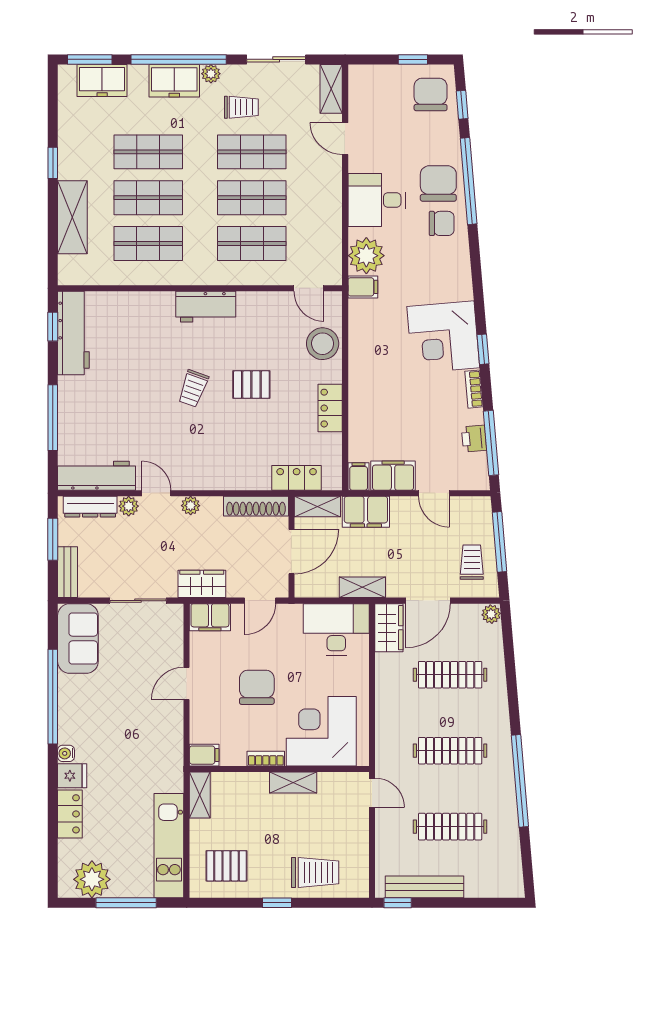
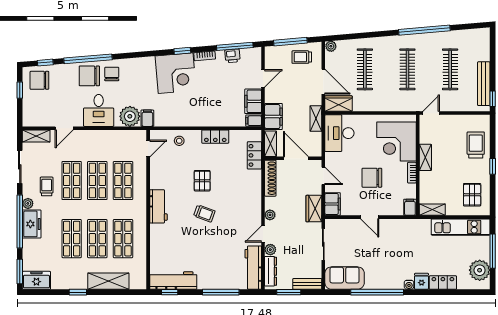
freezer: (102, 80) -> (36, 280), moved, turned -90
stool: (323, 344) -> (179, 141), width x0.53, depth x0.53

